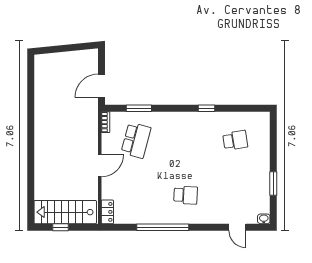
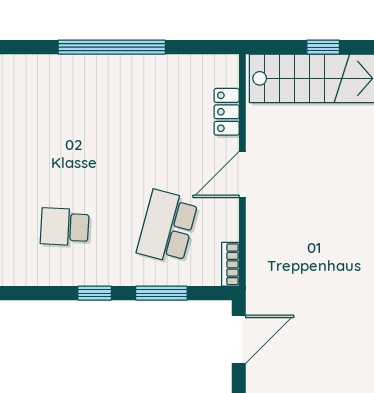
window: (207, 108) -> (95, 293), moved
school desk: (186, 195) -> (65, 227), moved
locker: (107, 212) -> (227, 112), moved

